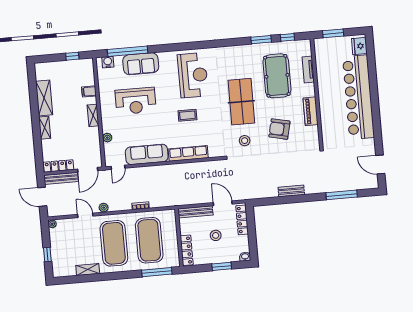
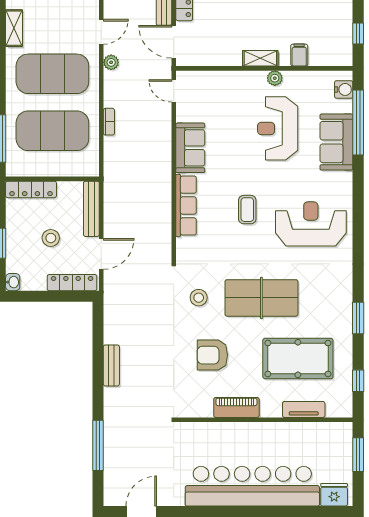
window: (261, 40) -> (358, 318), moved
reception desk: (193, 75) -> (311, 224), turned 180
armchair: (279, 129) -> (212, 355), turned -103
plant: (107, 138) -> (275, 78), moved
sofa: (147, 154) -> (190, 148), width x0.73

